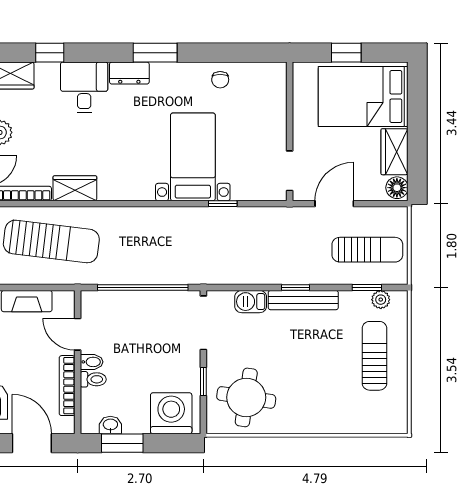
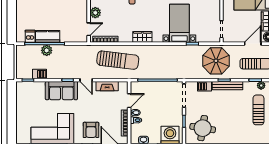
wardrobe: (75, 188) -> (142, 37), moved
door: (334, 204) -> (253, 44), moved
parasol: (277, 243) -> (216, 61), added
door: (78, 334) -> (129, 101), swing flipped

